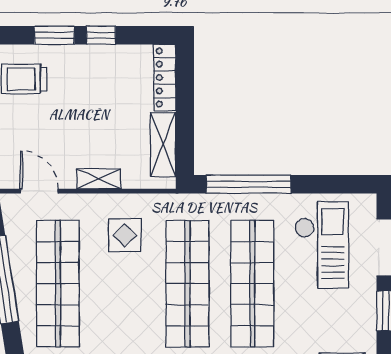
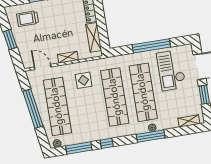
window: (249, 184) -> (151, 46), moved
checkout: (322, 245) -> (171, 70), turned 180

